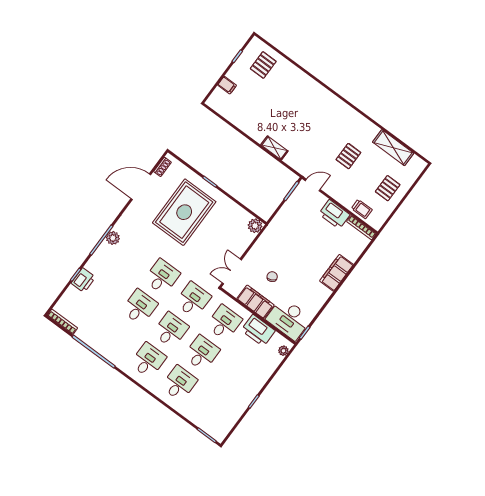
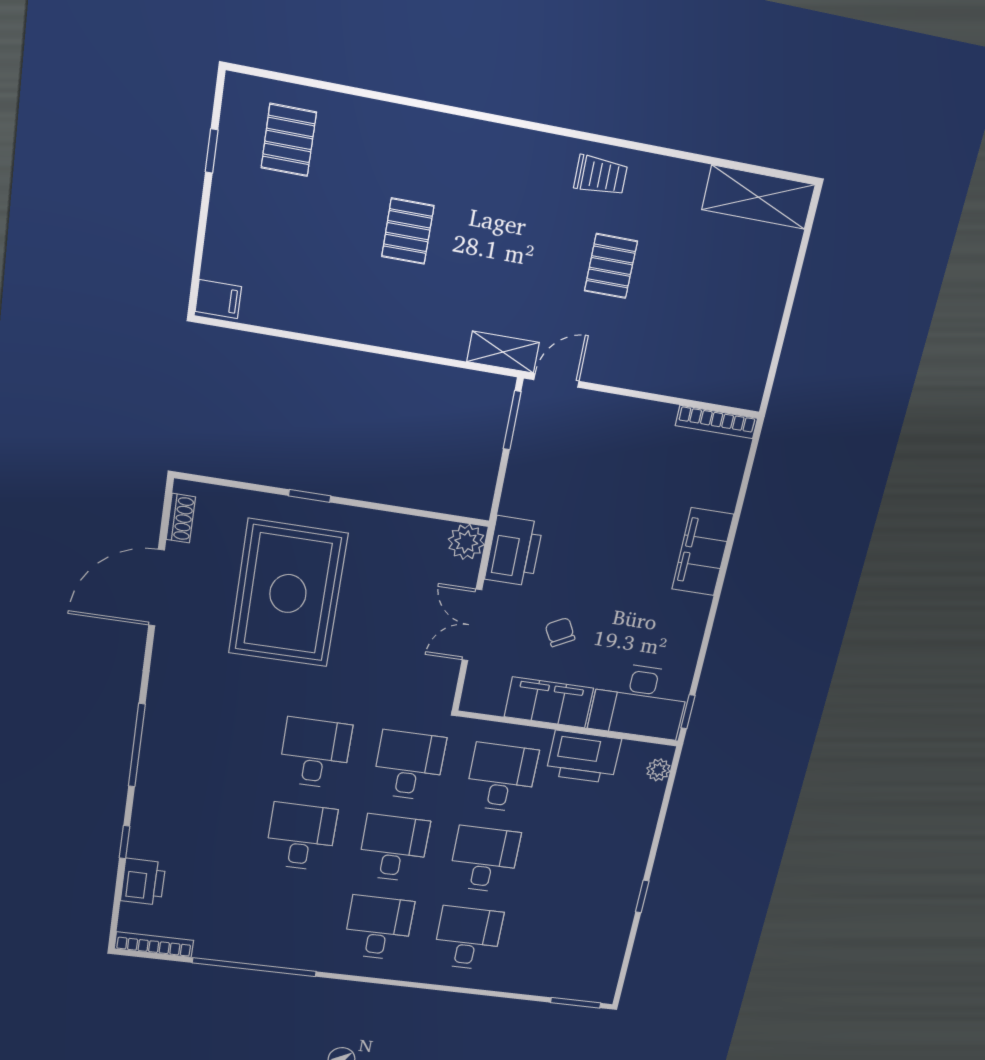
filing cabinet: (227, 85) -> (218, 299), moved
shelving: (274, 148) -> (503, 352), moved
shelving: (393, 148) -> (759, 197), moved
pallet: (388, 188) -> (408, 231), moved
trolley: (362, 209) -> (601, 175), moved
printer: (334, 214) -> (514, 551), moved, turned -90
plant: (113, 238) -> (160, 728), removed
double door: (232, 271) -> (472, 625), moved
printer: (83, 280) -> (143, 882), moved

